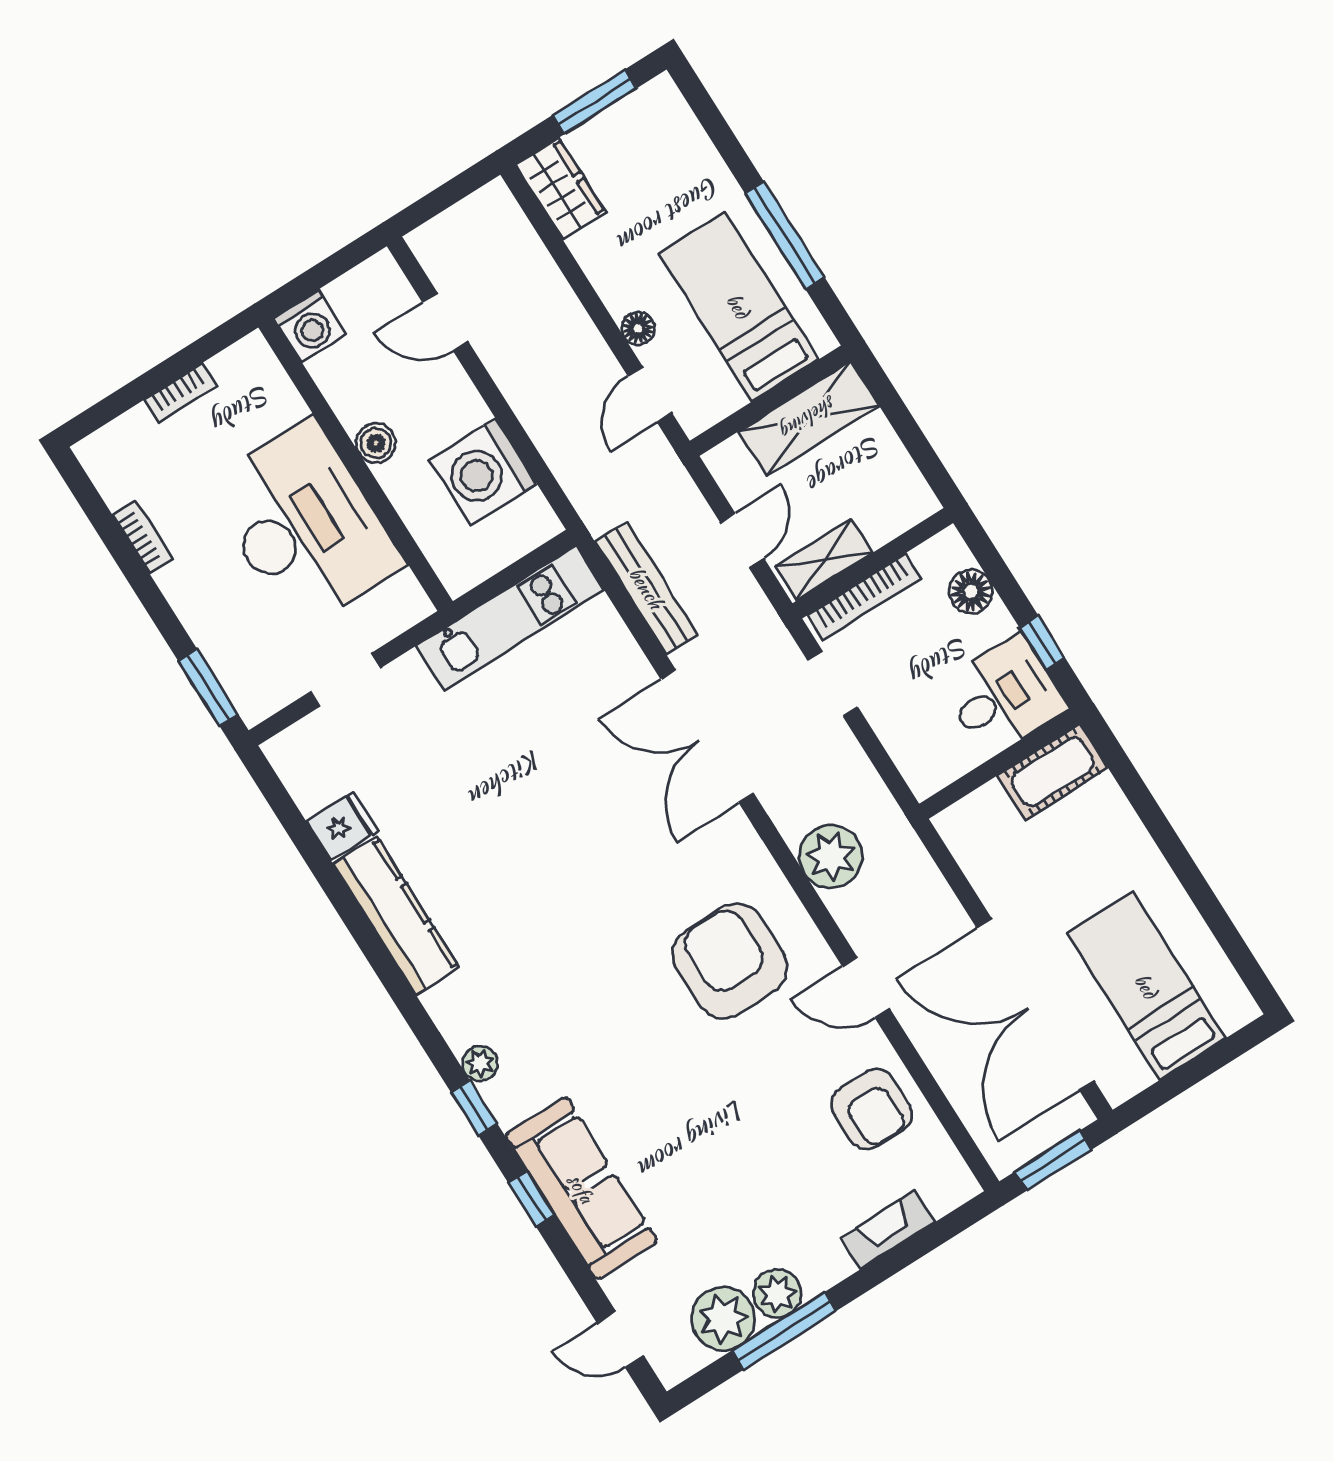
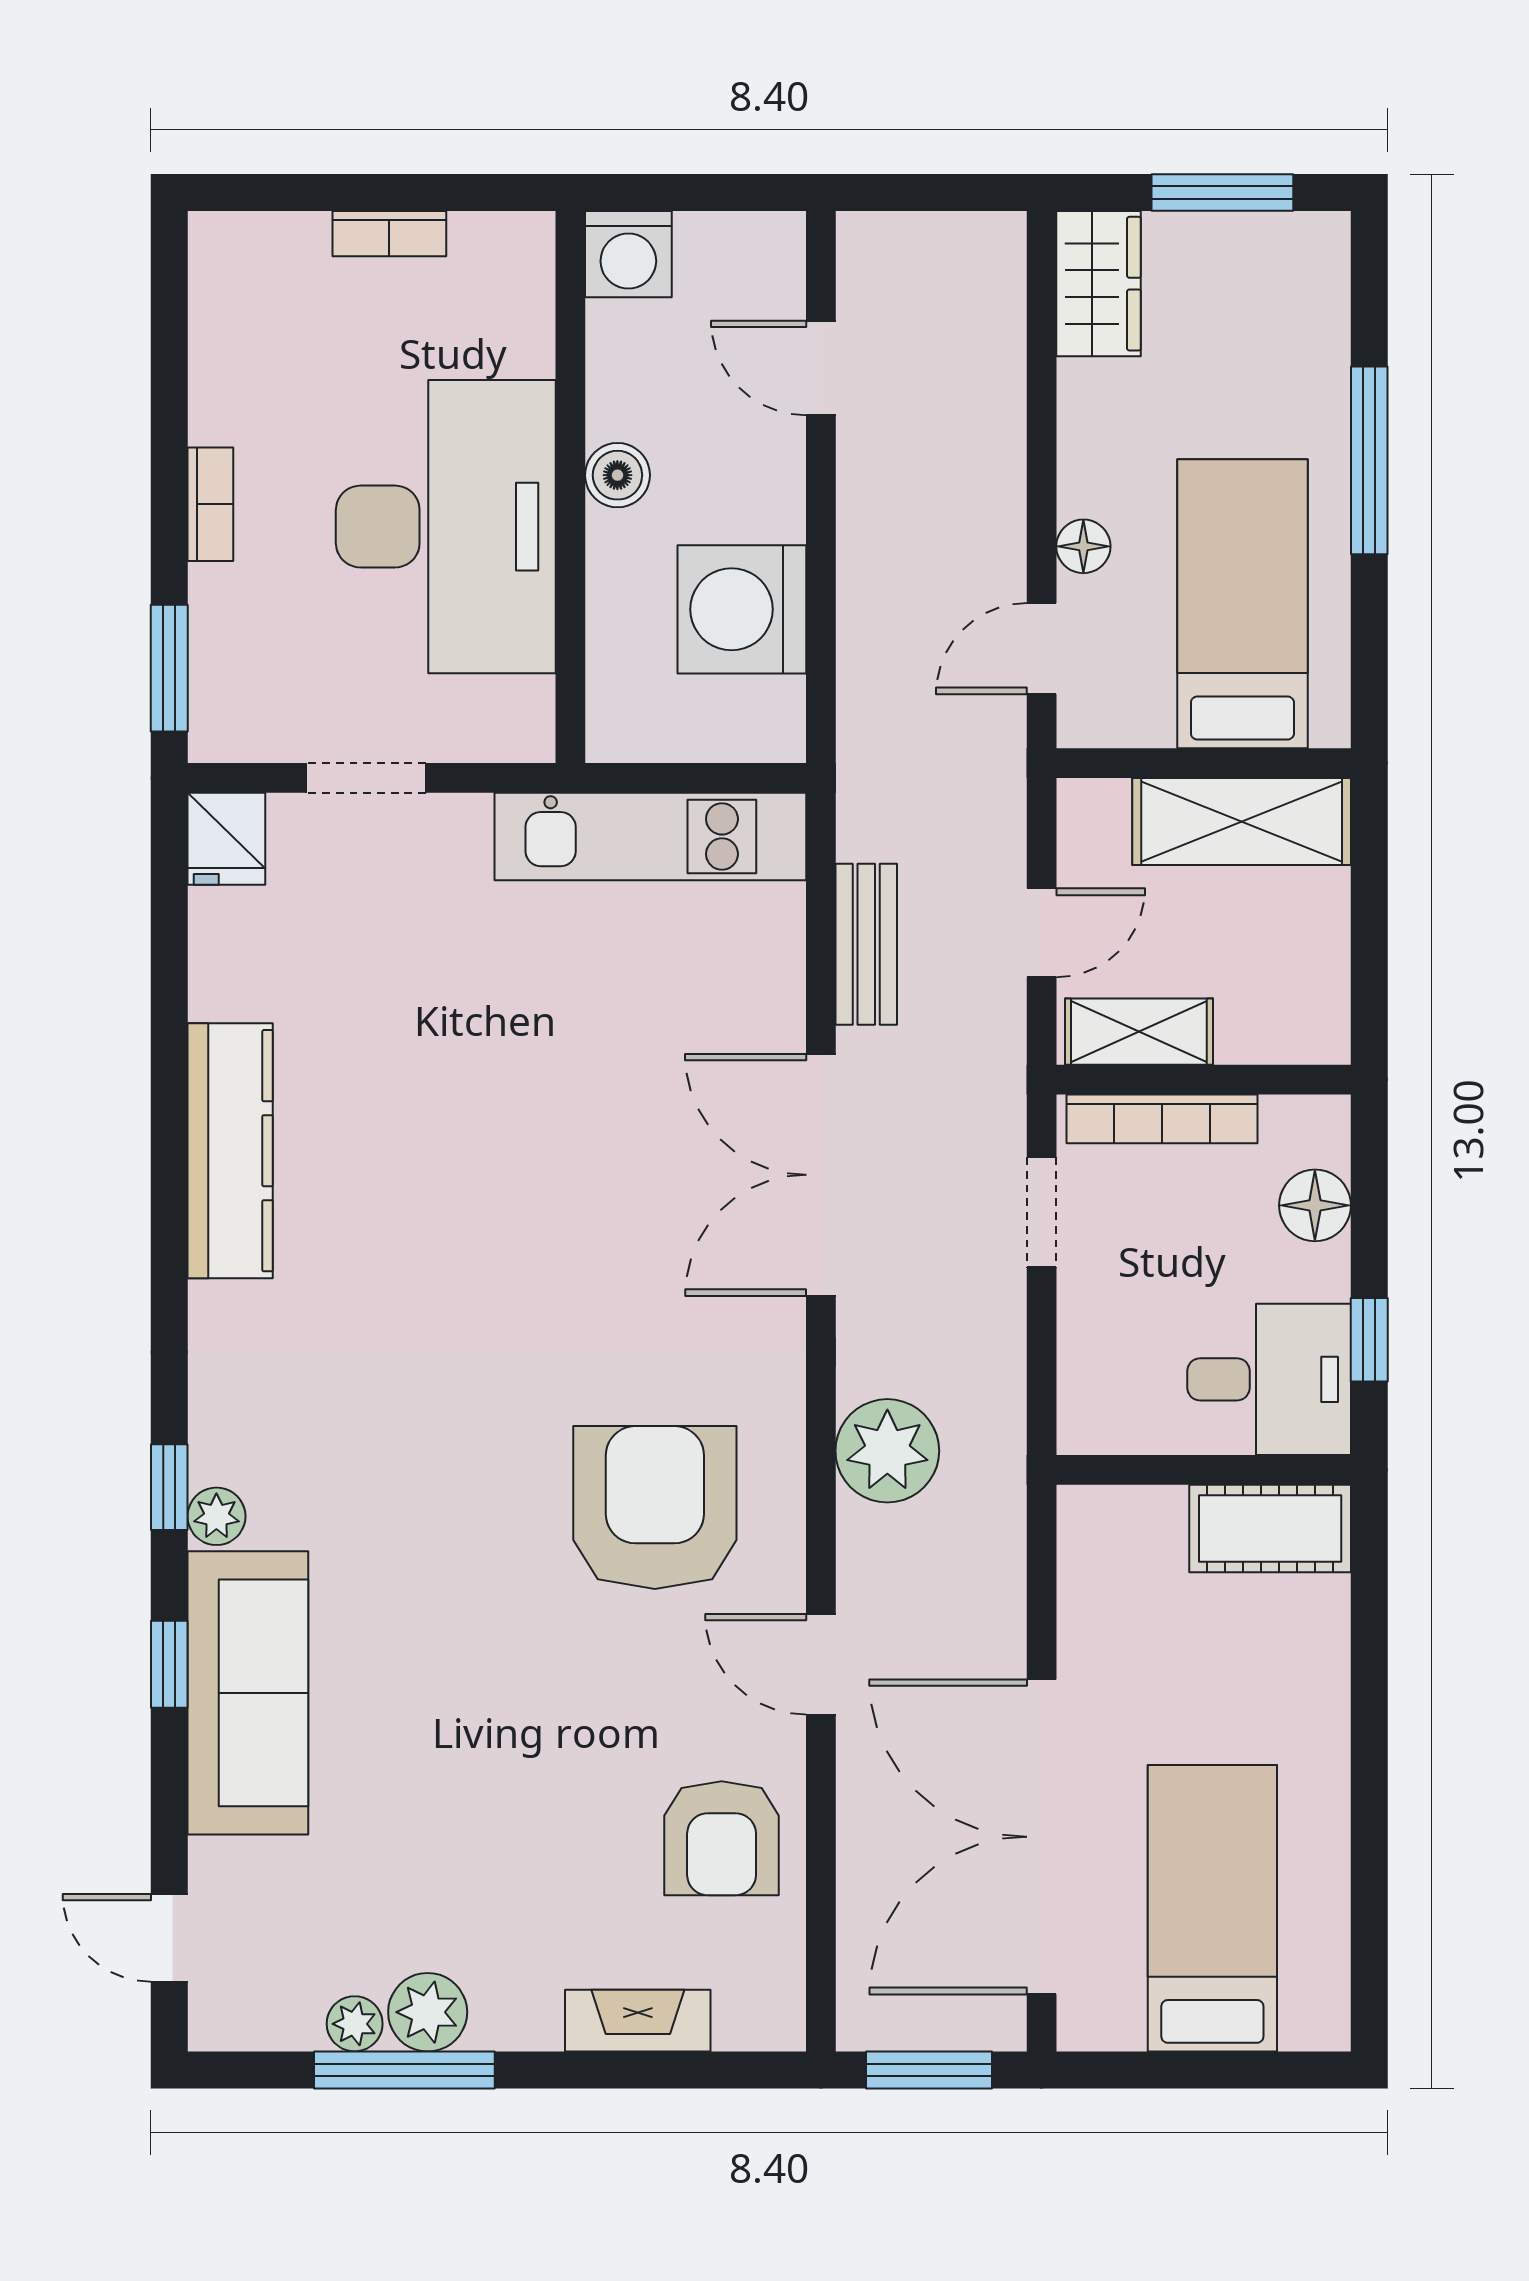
window: (785, 236) -> (1369, 460), moved
bookcase: (143, 537) -> (210, 504), moved
bench: (646, 588) -> (866, 944), width x0.73
fridge: (342, 826) -> (226, 839), moved, turned 90
plant: (480, 1064) -> (216, 1516), moved
plant: (723, 1319) -> (355, 2024), width x0.53, depth x0.53

